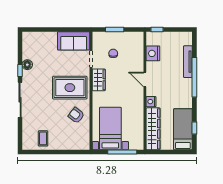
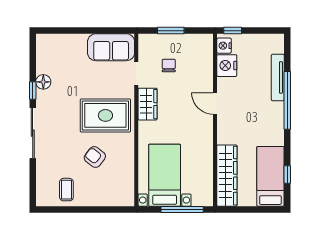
nightstand: (151, 102) -> (224, 46), moved
armchair: (76, 115) -> (95, 157), moved

